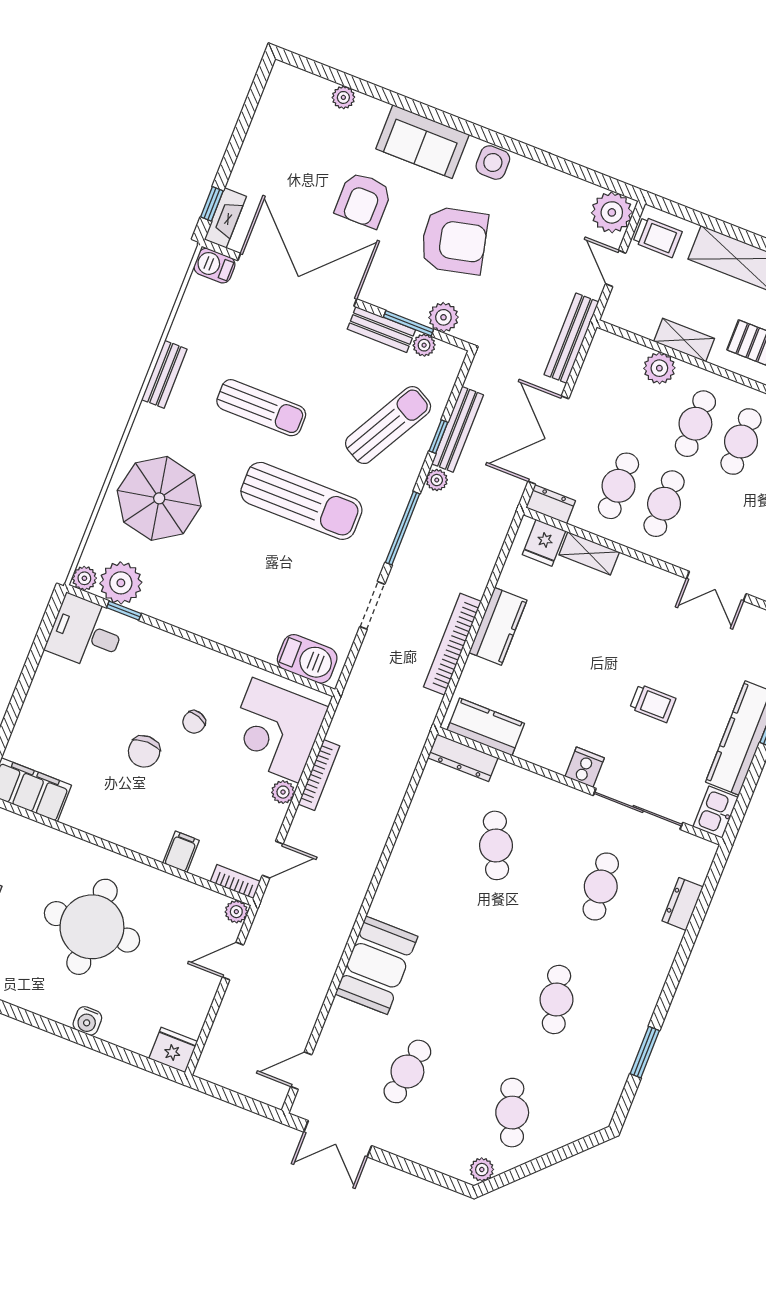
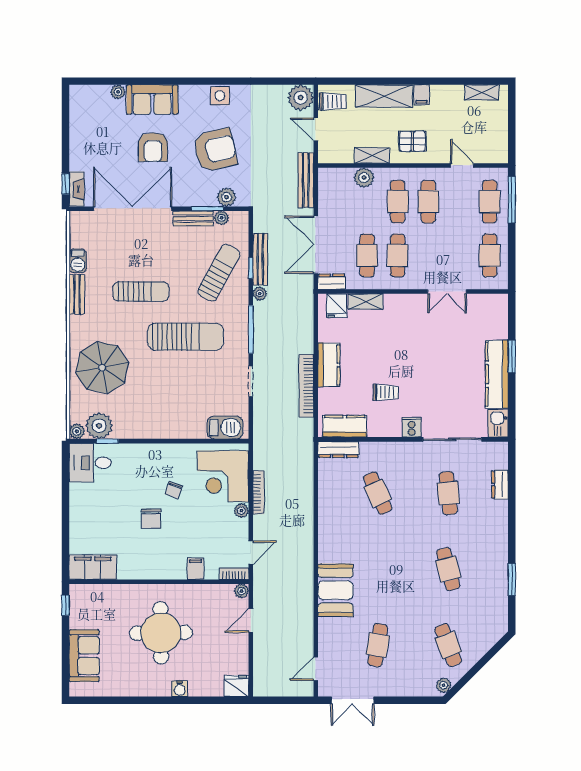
sofa: (423, 142) -> (152, 100), moved
barbecue: (214, 266) -> (78, 261), moved, turned -90
trolley: (653, 703) -> (386, 392), moved

